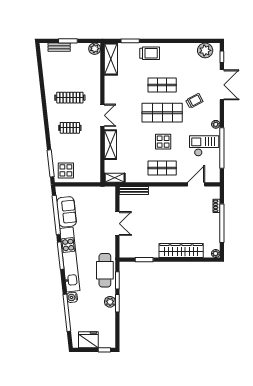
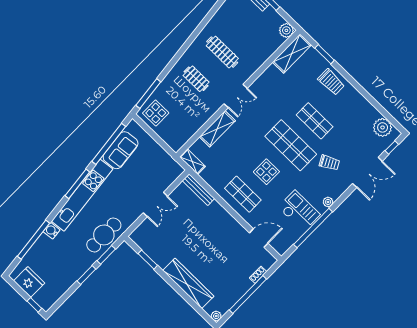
plant: (110, 302) -> (81, 267), removed

